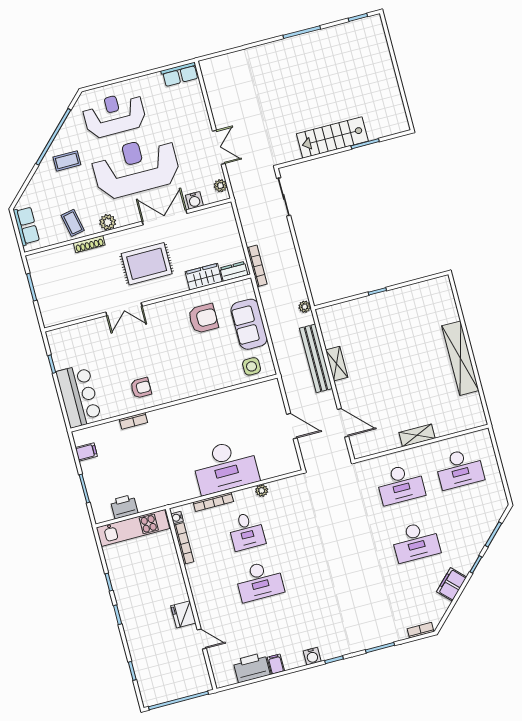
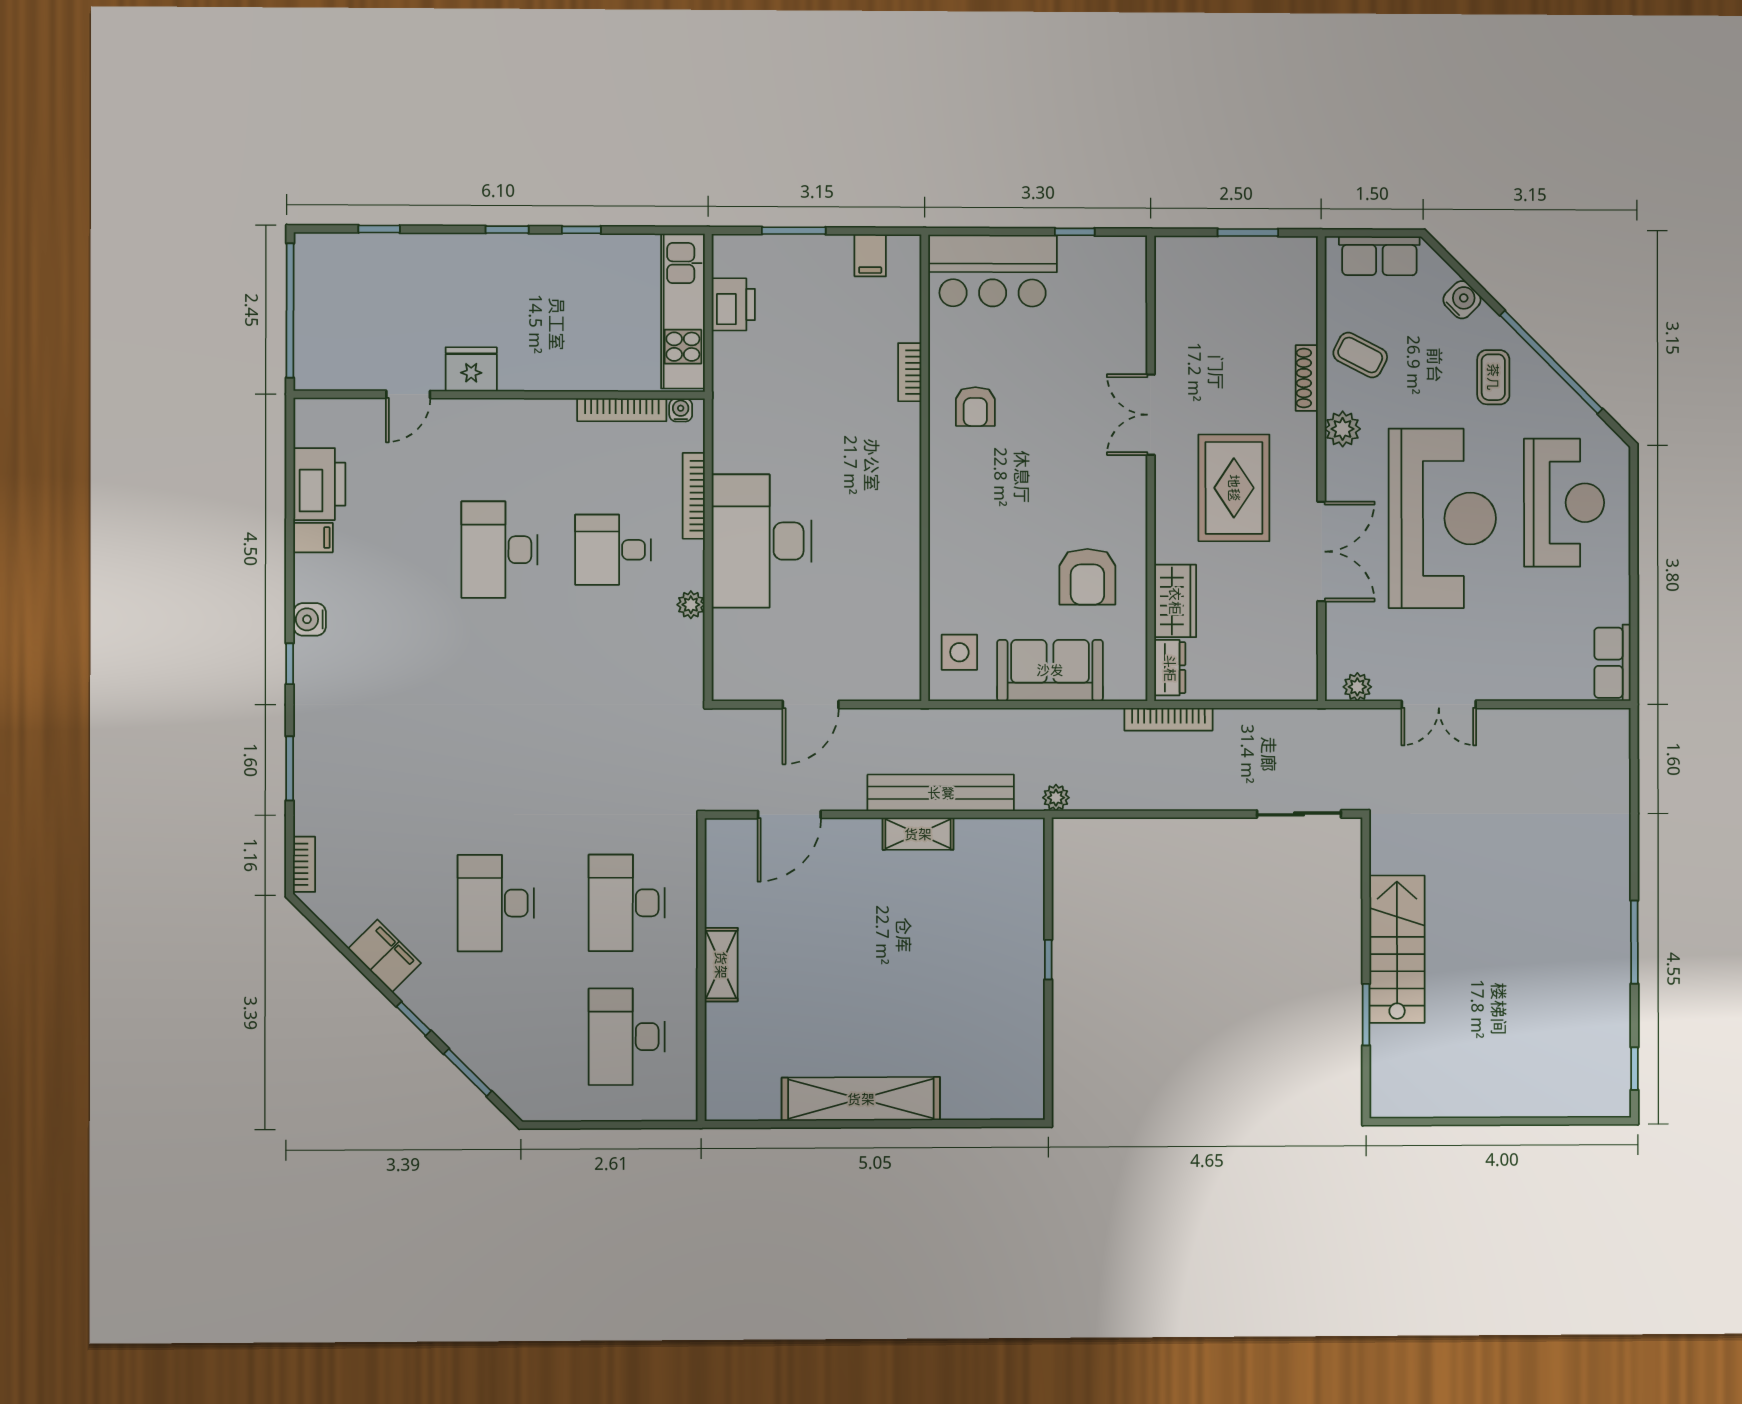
water cooler: (194, 200) -> (1462, 300), moved, turned 135
coffee table: (73, 223) -> (1360, 355), turned 39

